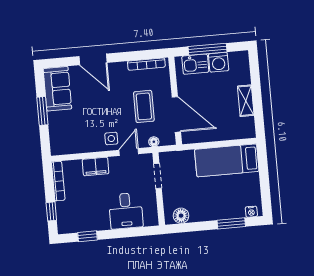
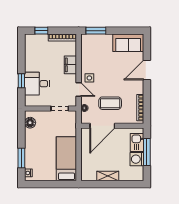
window: (42, 111) -> (96, 31), moved
window: (87, 236) -> (21, 81), moved

